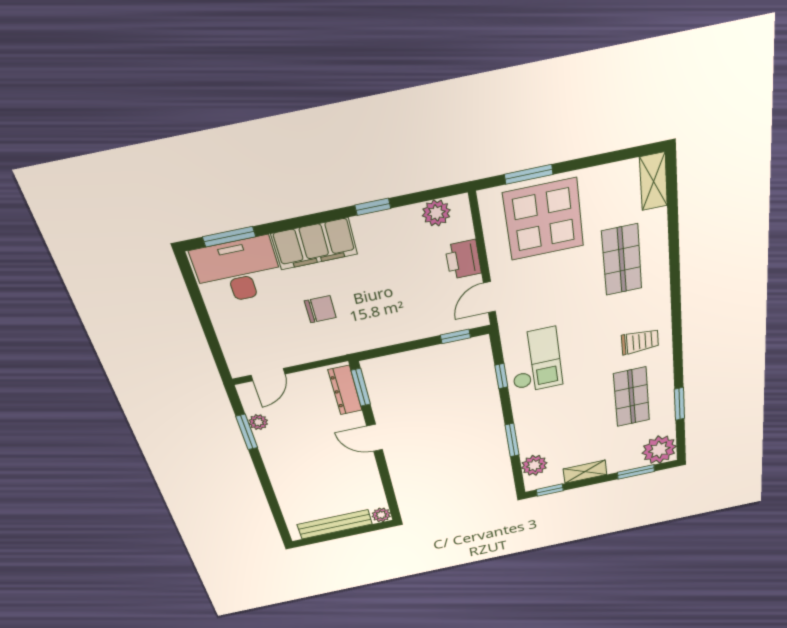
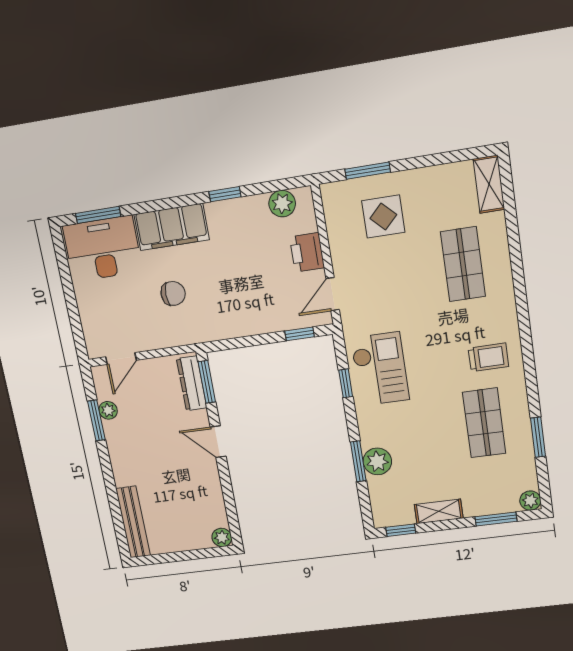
display table: (544, 220) -> (383, 217), width x0.54, depth x0.54
plant: (659, 450) -> (530, 501), width x0.53, depth x0.53
plant: (534, 465) -> (377, 461), moved
bench: (335, 524) -> (133, 522), moved, turned 90

